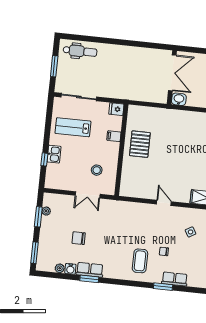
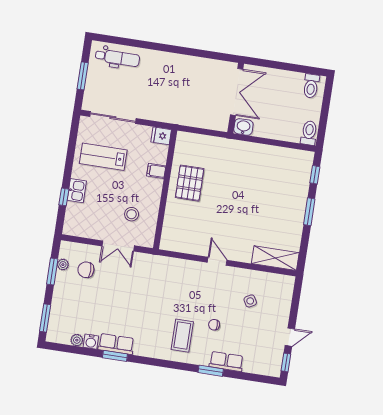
chair: (79, 238) -> (86, 270), moved

